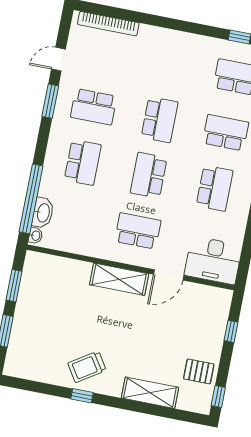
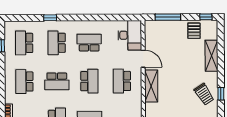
school desk: (171, 64) -> (24, 82), added
school desk: (160, 120) -> (57, 81), turned 180
school desk: (149, 175) -> (89, 81), turned -90
window: (231, 331) -> (168, 17), width x2.17

